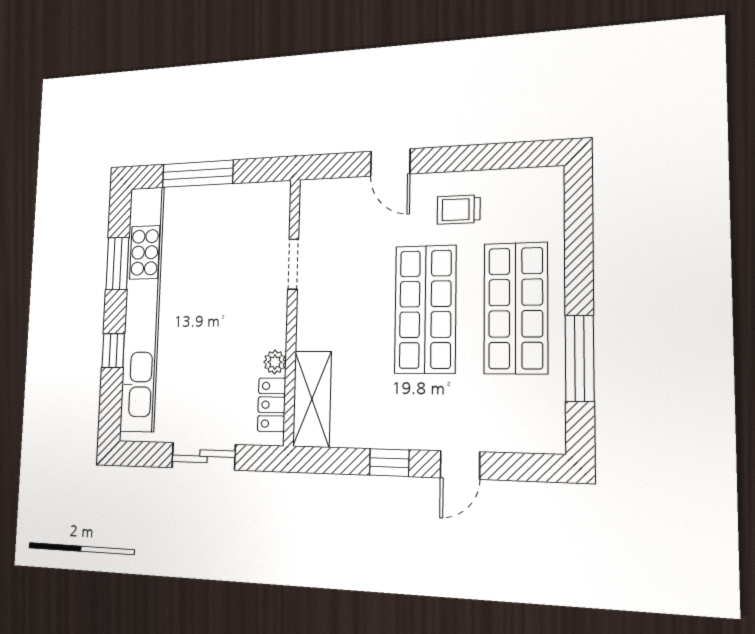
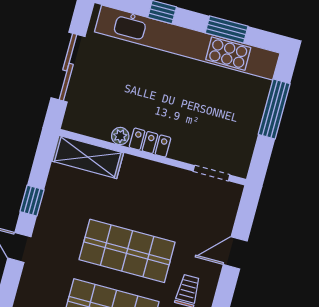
doorway: (293, 264) -> (211, 173), moved
locker: (272, 405) -> (150, 143), moved
sliding door: (203, 456) -> (68, 67), width x1.37

